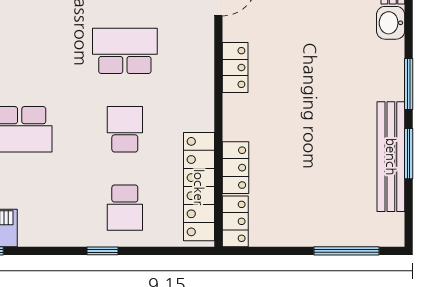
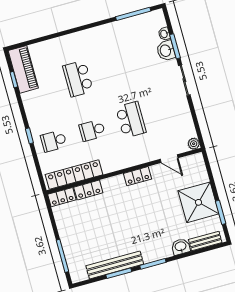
school desk: (125, 129) -> (92, 130), turned 180

